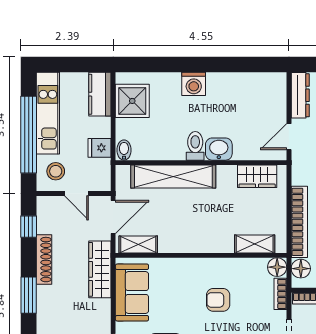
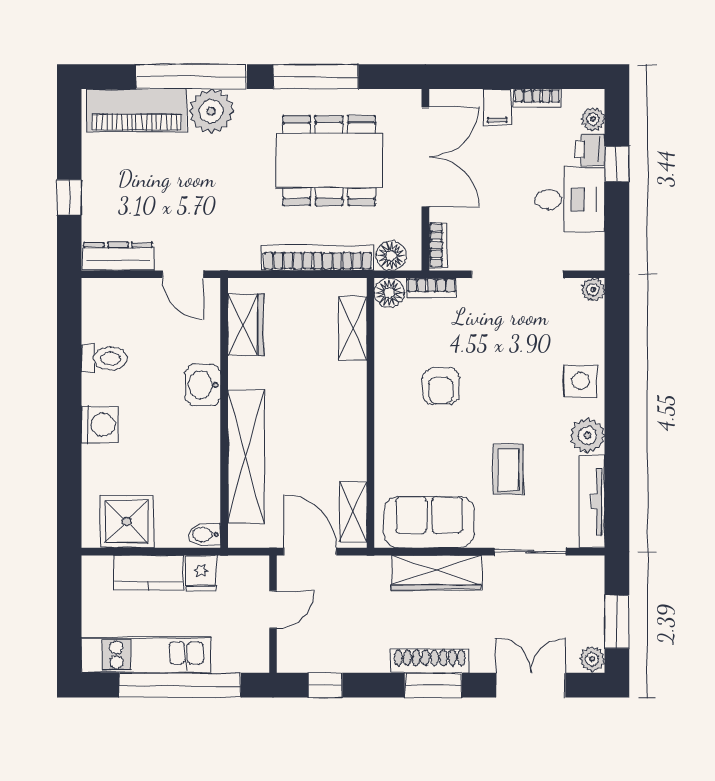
kitchen counter: (100, 94) -> (149, 573), moved
toilet: (195, 146) -> (104, 359), moved, turned 180
stool: (56, 171) -> (238, 642), removed
shoe rack: (44, 260) -> (430, 661), moved
wardrobe: (100, 269) -> (437, 573), moved

